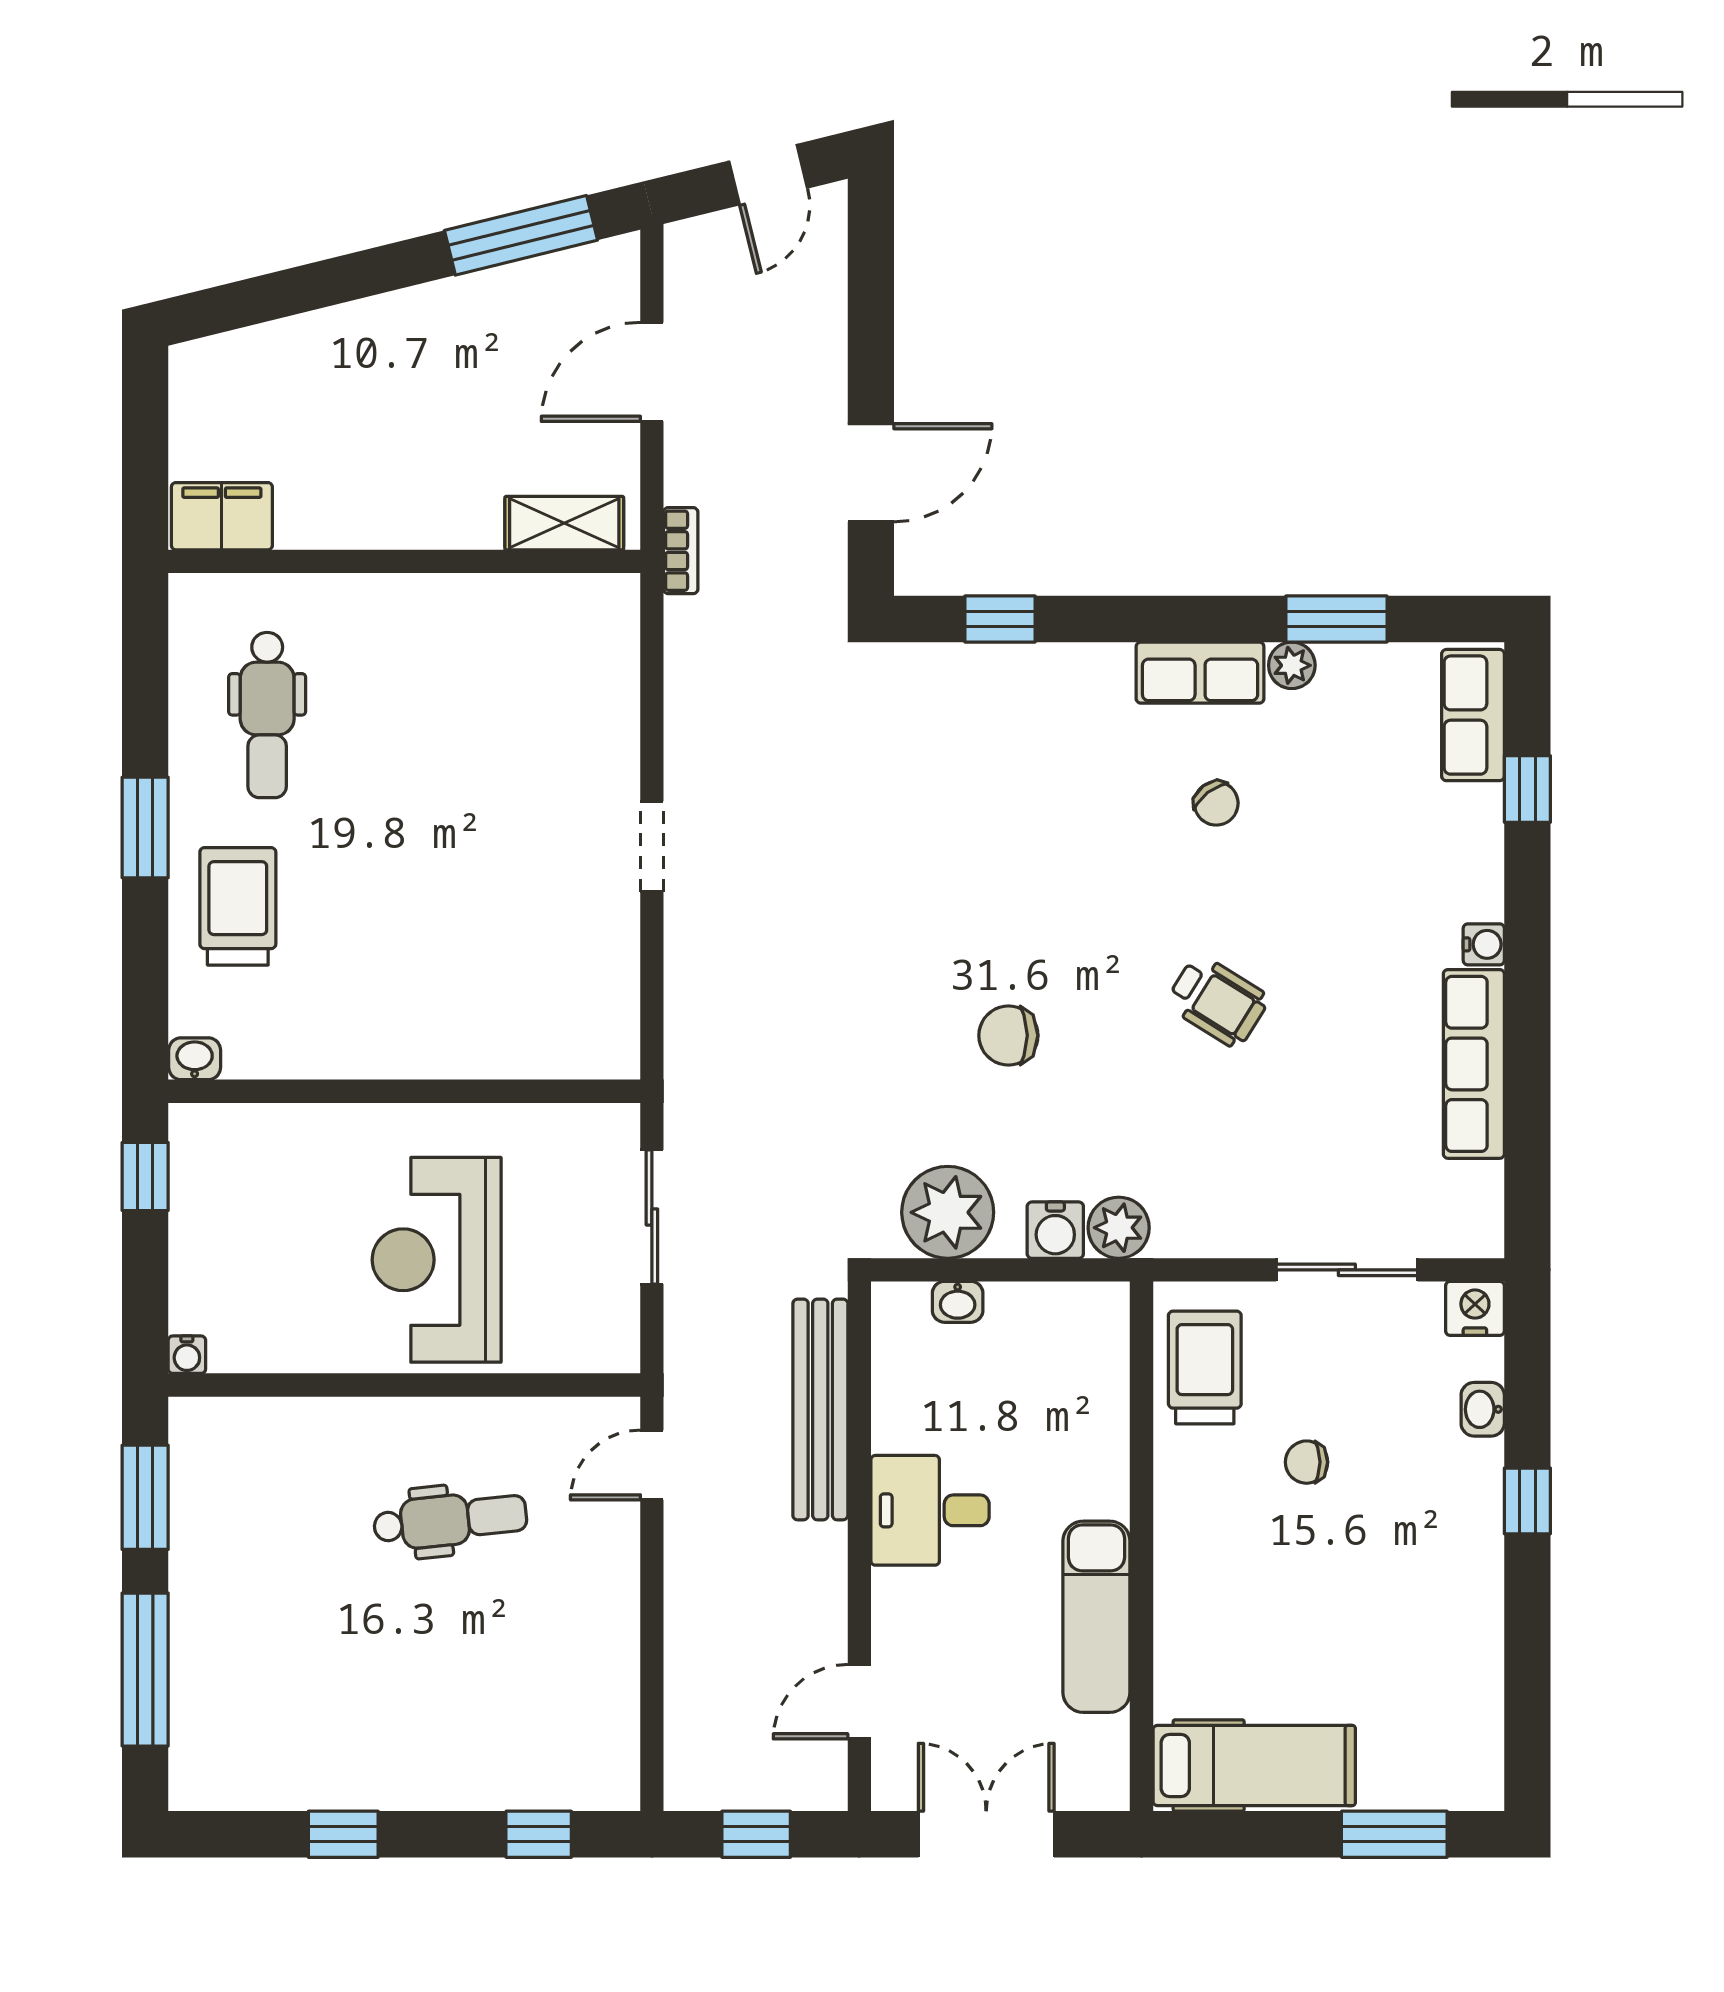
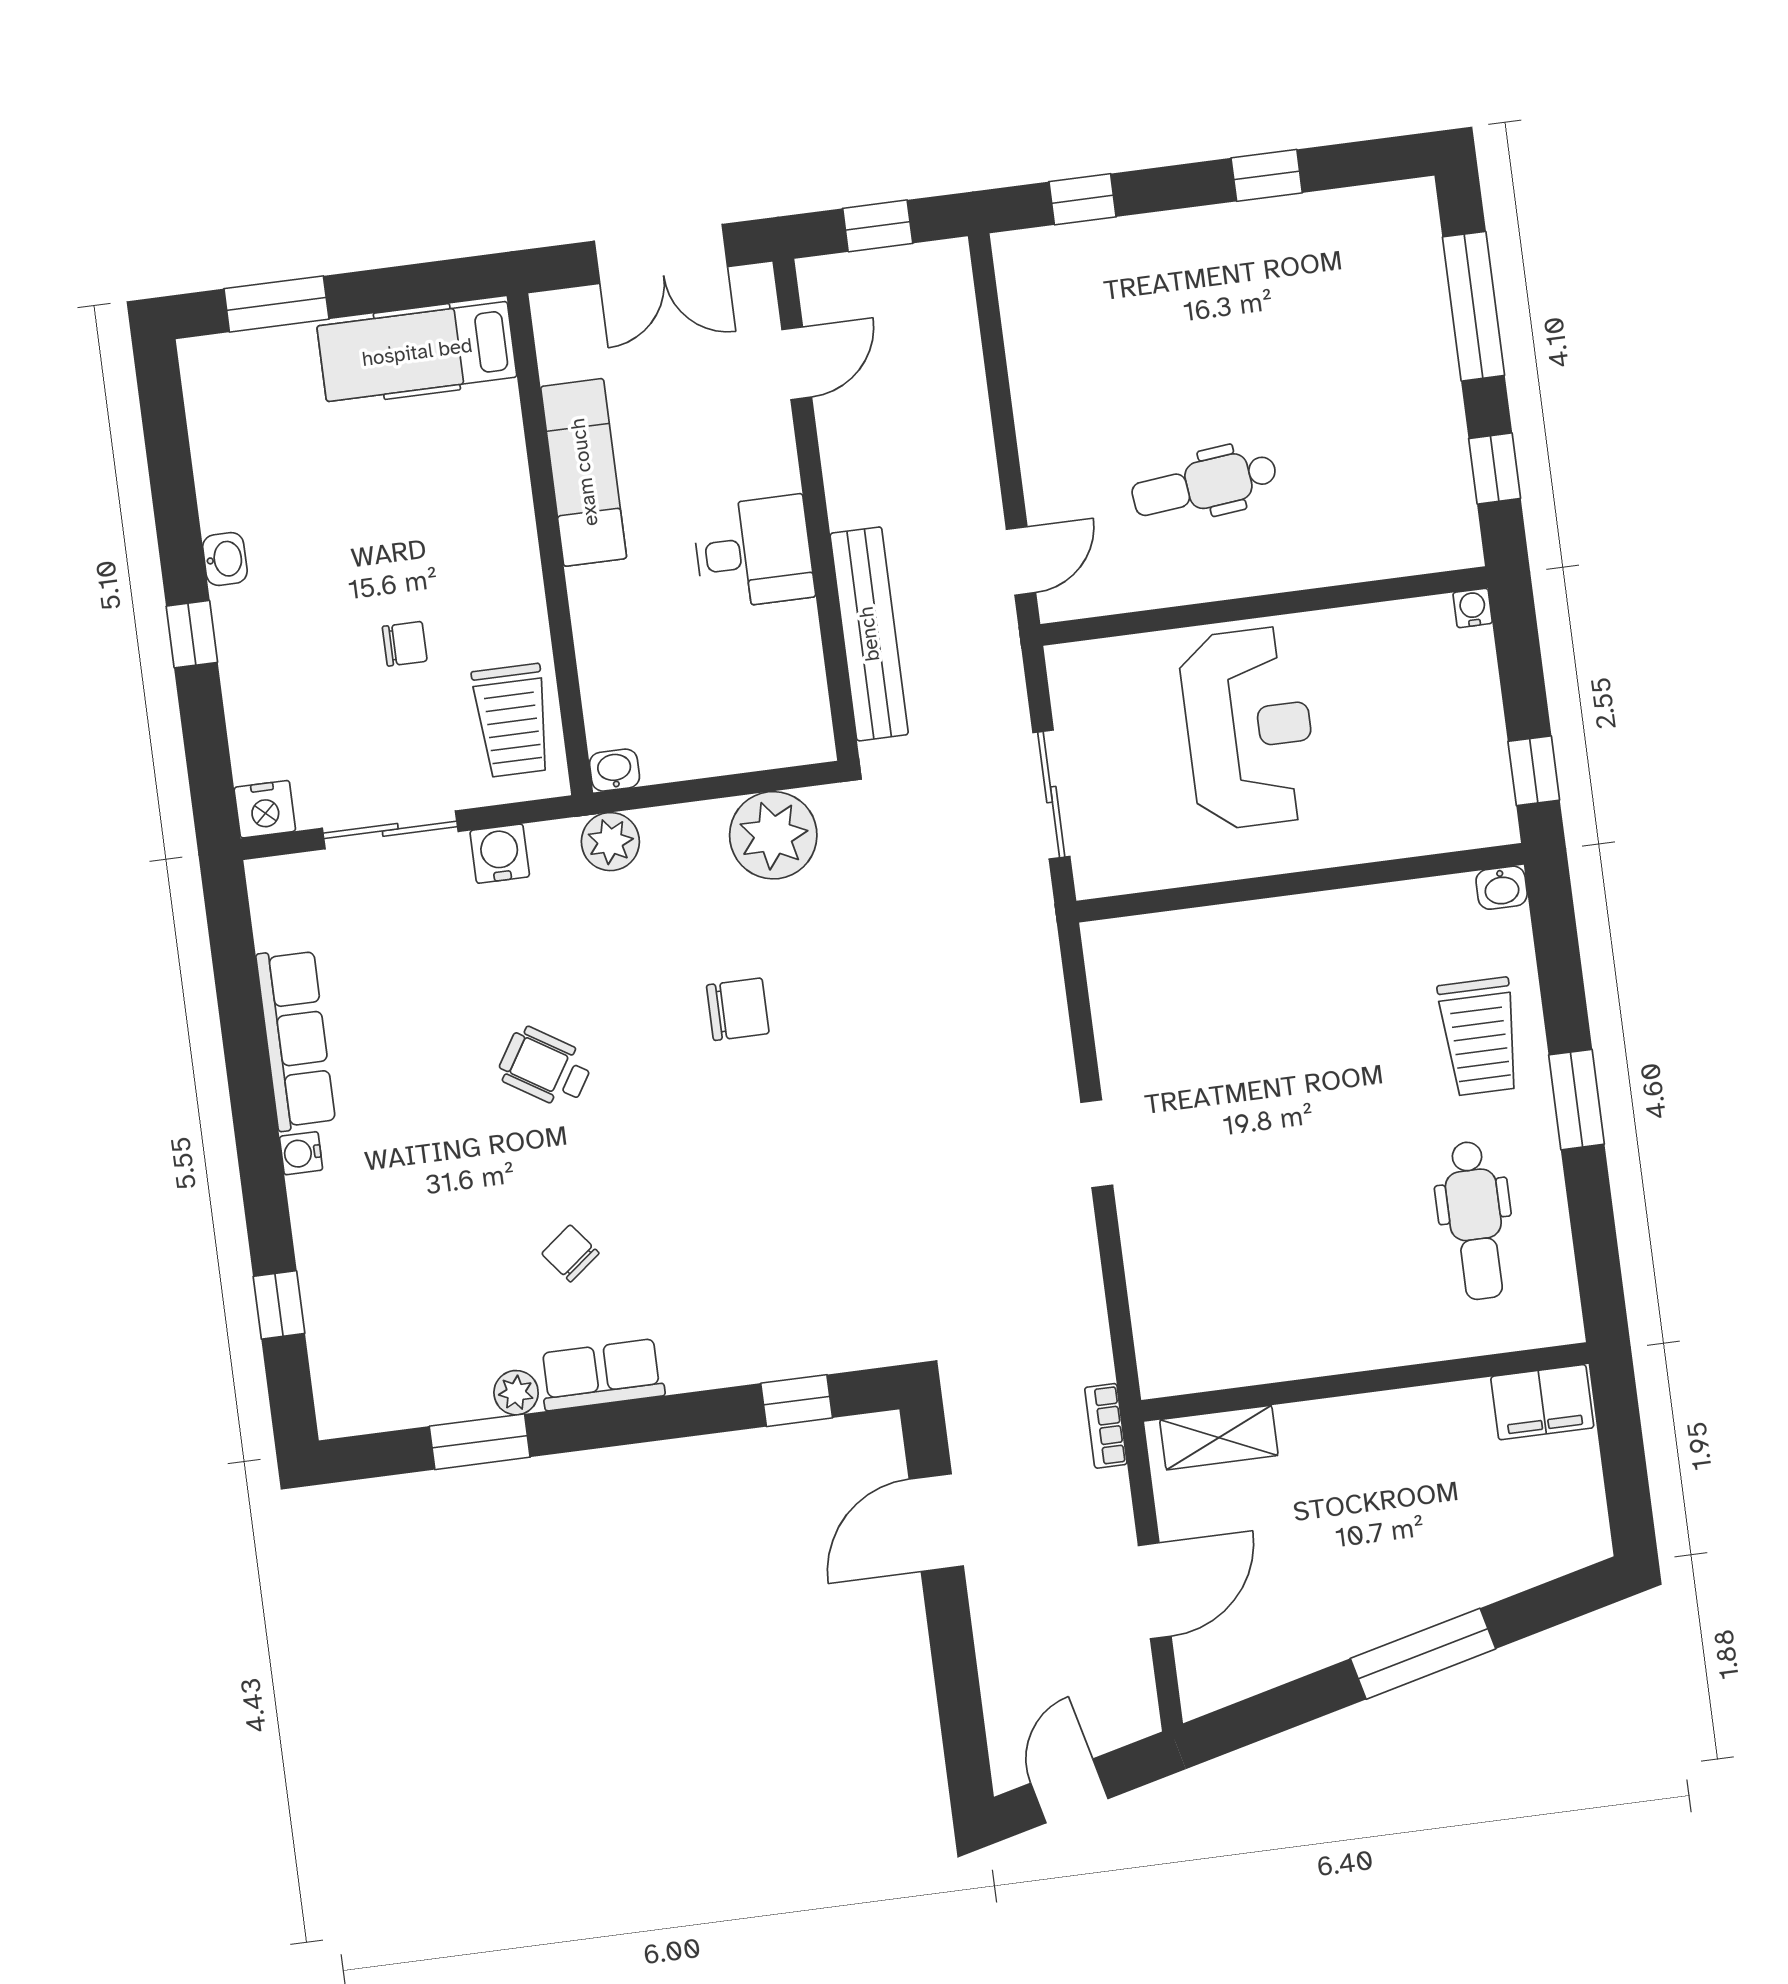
window: (521, 235) -> (1423, 1654), moved
dental chair: (267, 715) -> (1475, 1220), turned 180
row of seats: (1473, 715) -> (339, 1368), removed
water cooler: (1055, 1230) -> (500, 854), moved
washbasin: (958, 1302) -> (614, 770), moved
washbasin: (1483, 1409) -> (225, 559), moved
window: (145, 1497) -> (1495, 468), width x0.67

